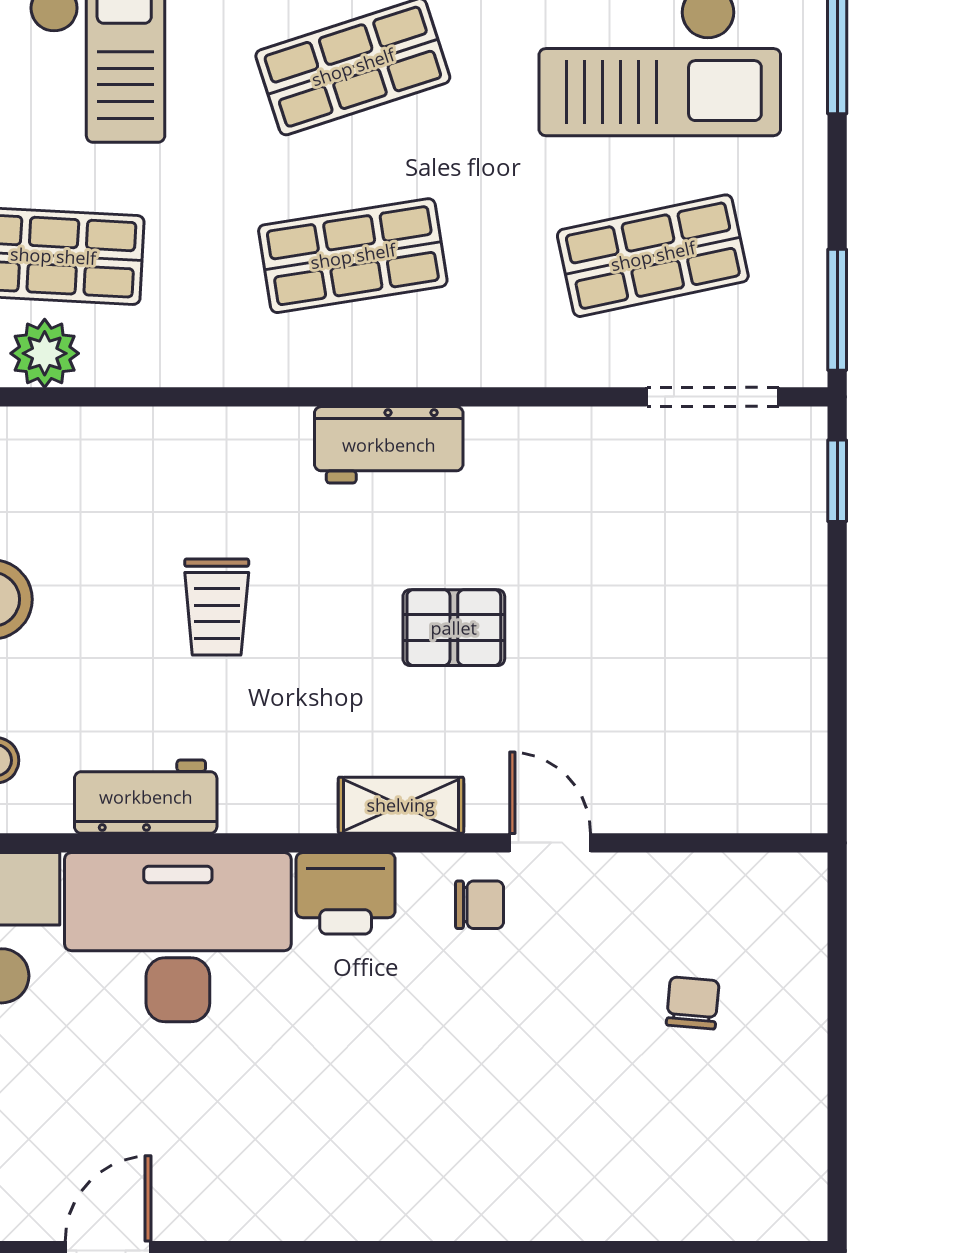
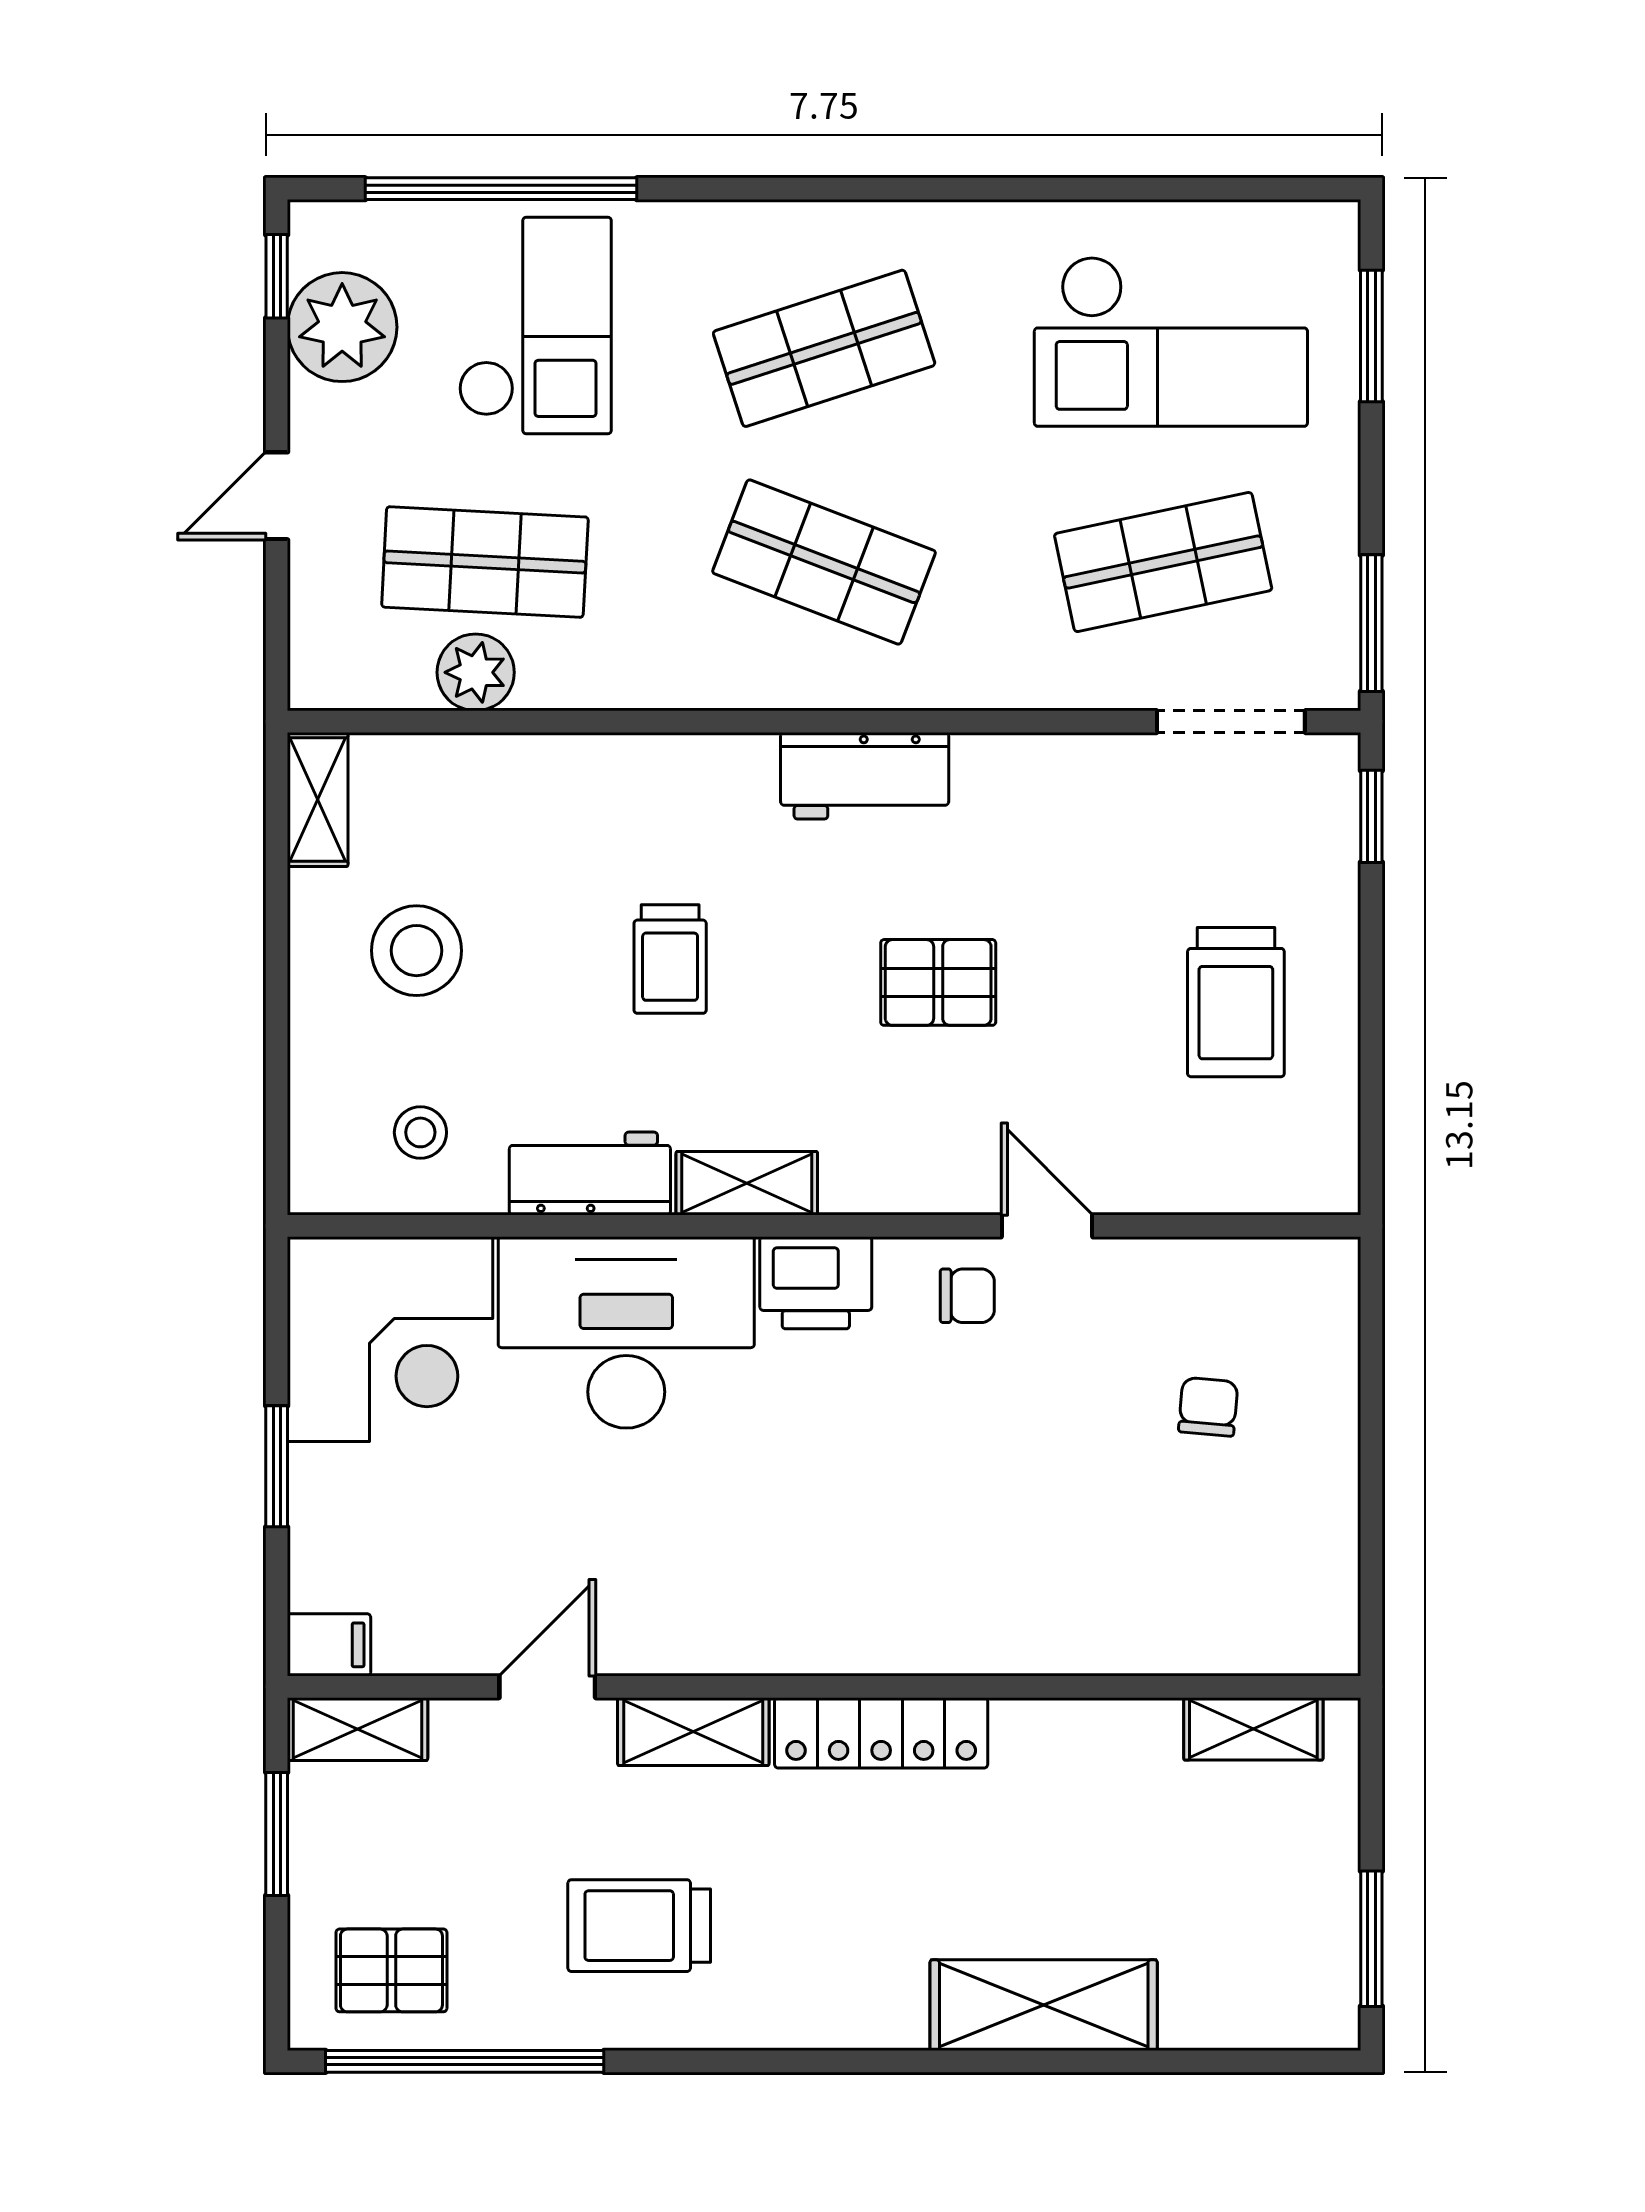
shop shelf: (353, 256) -> (824, 562), turned 30
trolley: (717, 645) -> (1236, 1002), added
shelving: (401, 805) -> (747, 1183), moved

